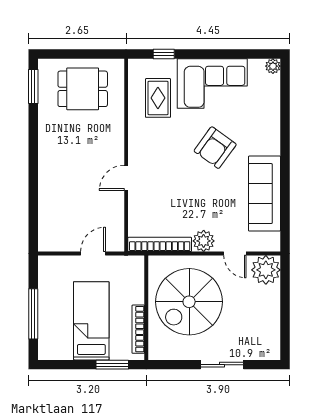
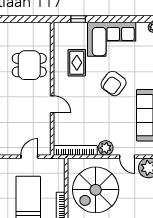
dining table: (83, 89) -> (29, 65), moved
rug: (158, 98) -> (77, 63), moved
door: (126, 178) -> (52, 104), swing flipped

